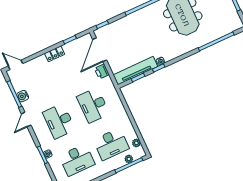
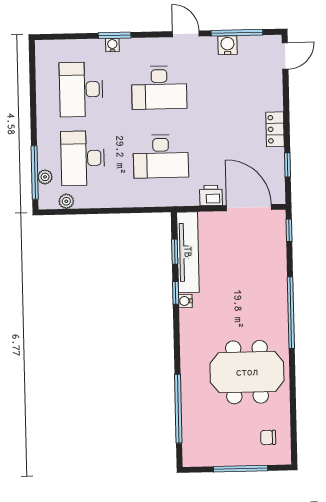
desk: (93, 105) -> (161, 156), turned 180
desk: (59, 121) -> (159, 88), turned 180

